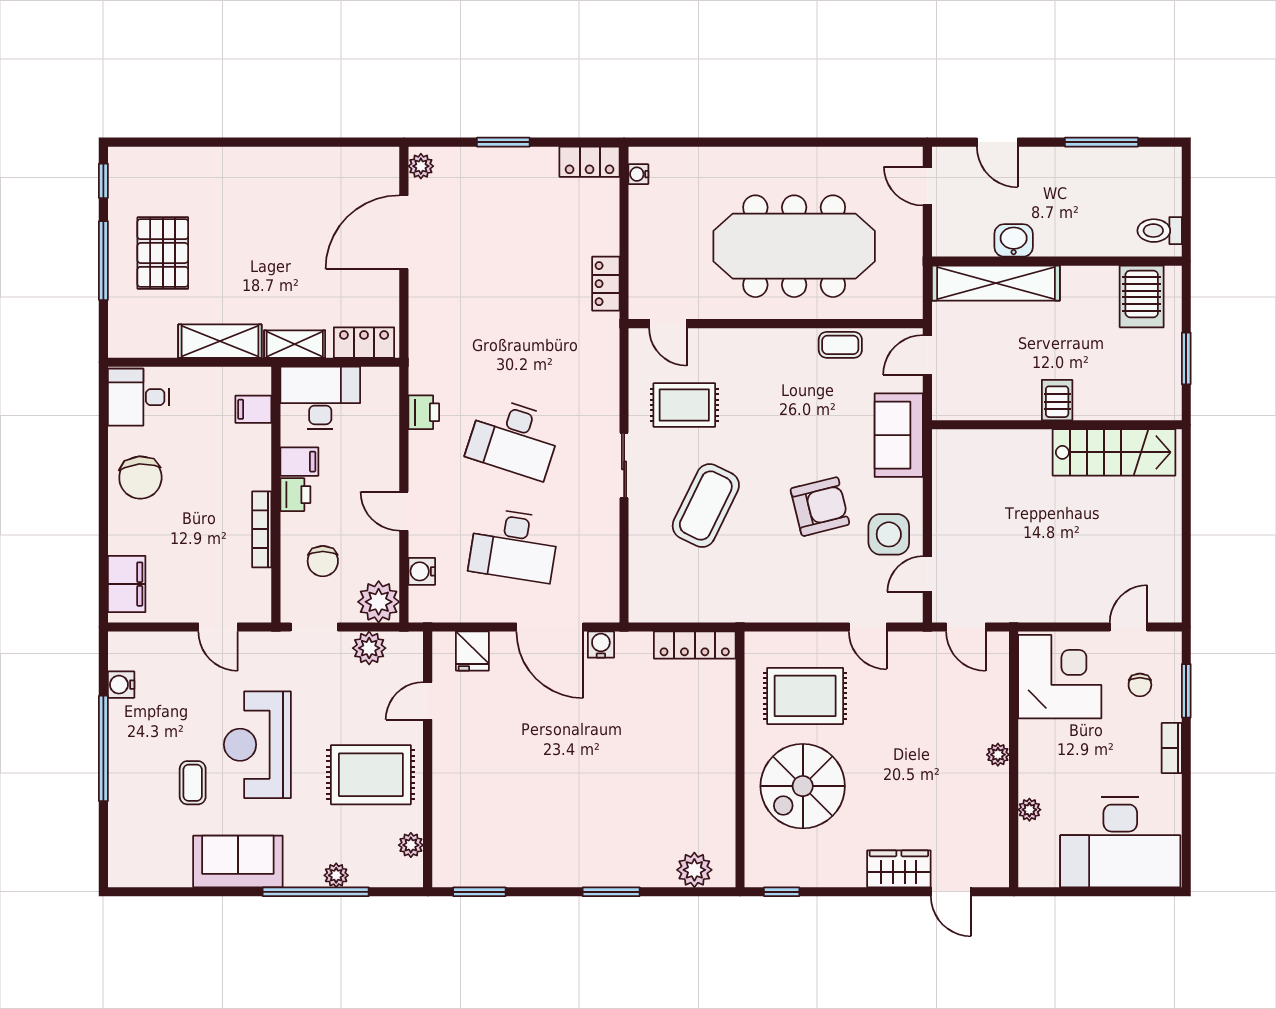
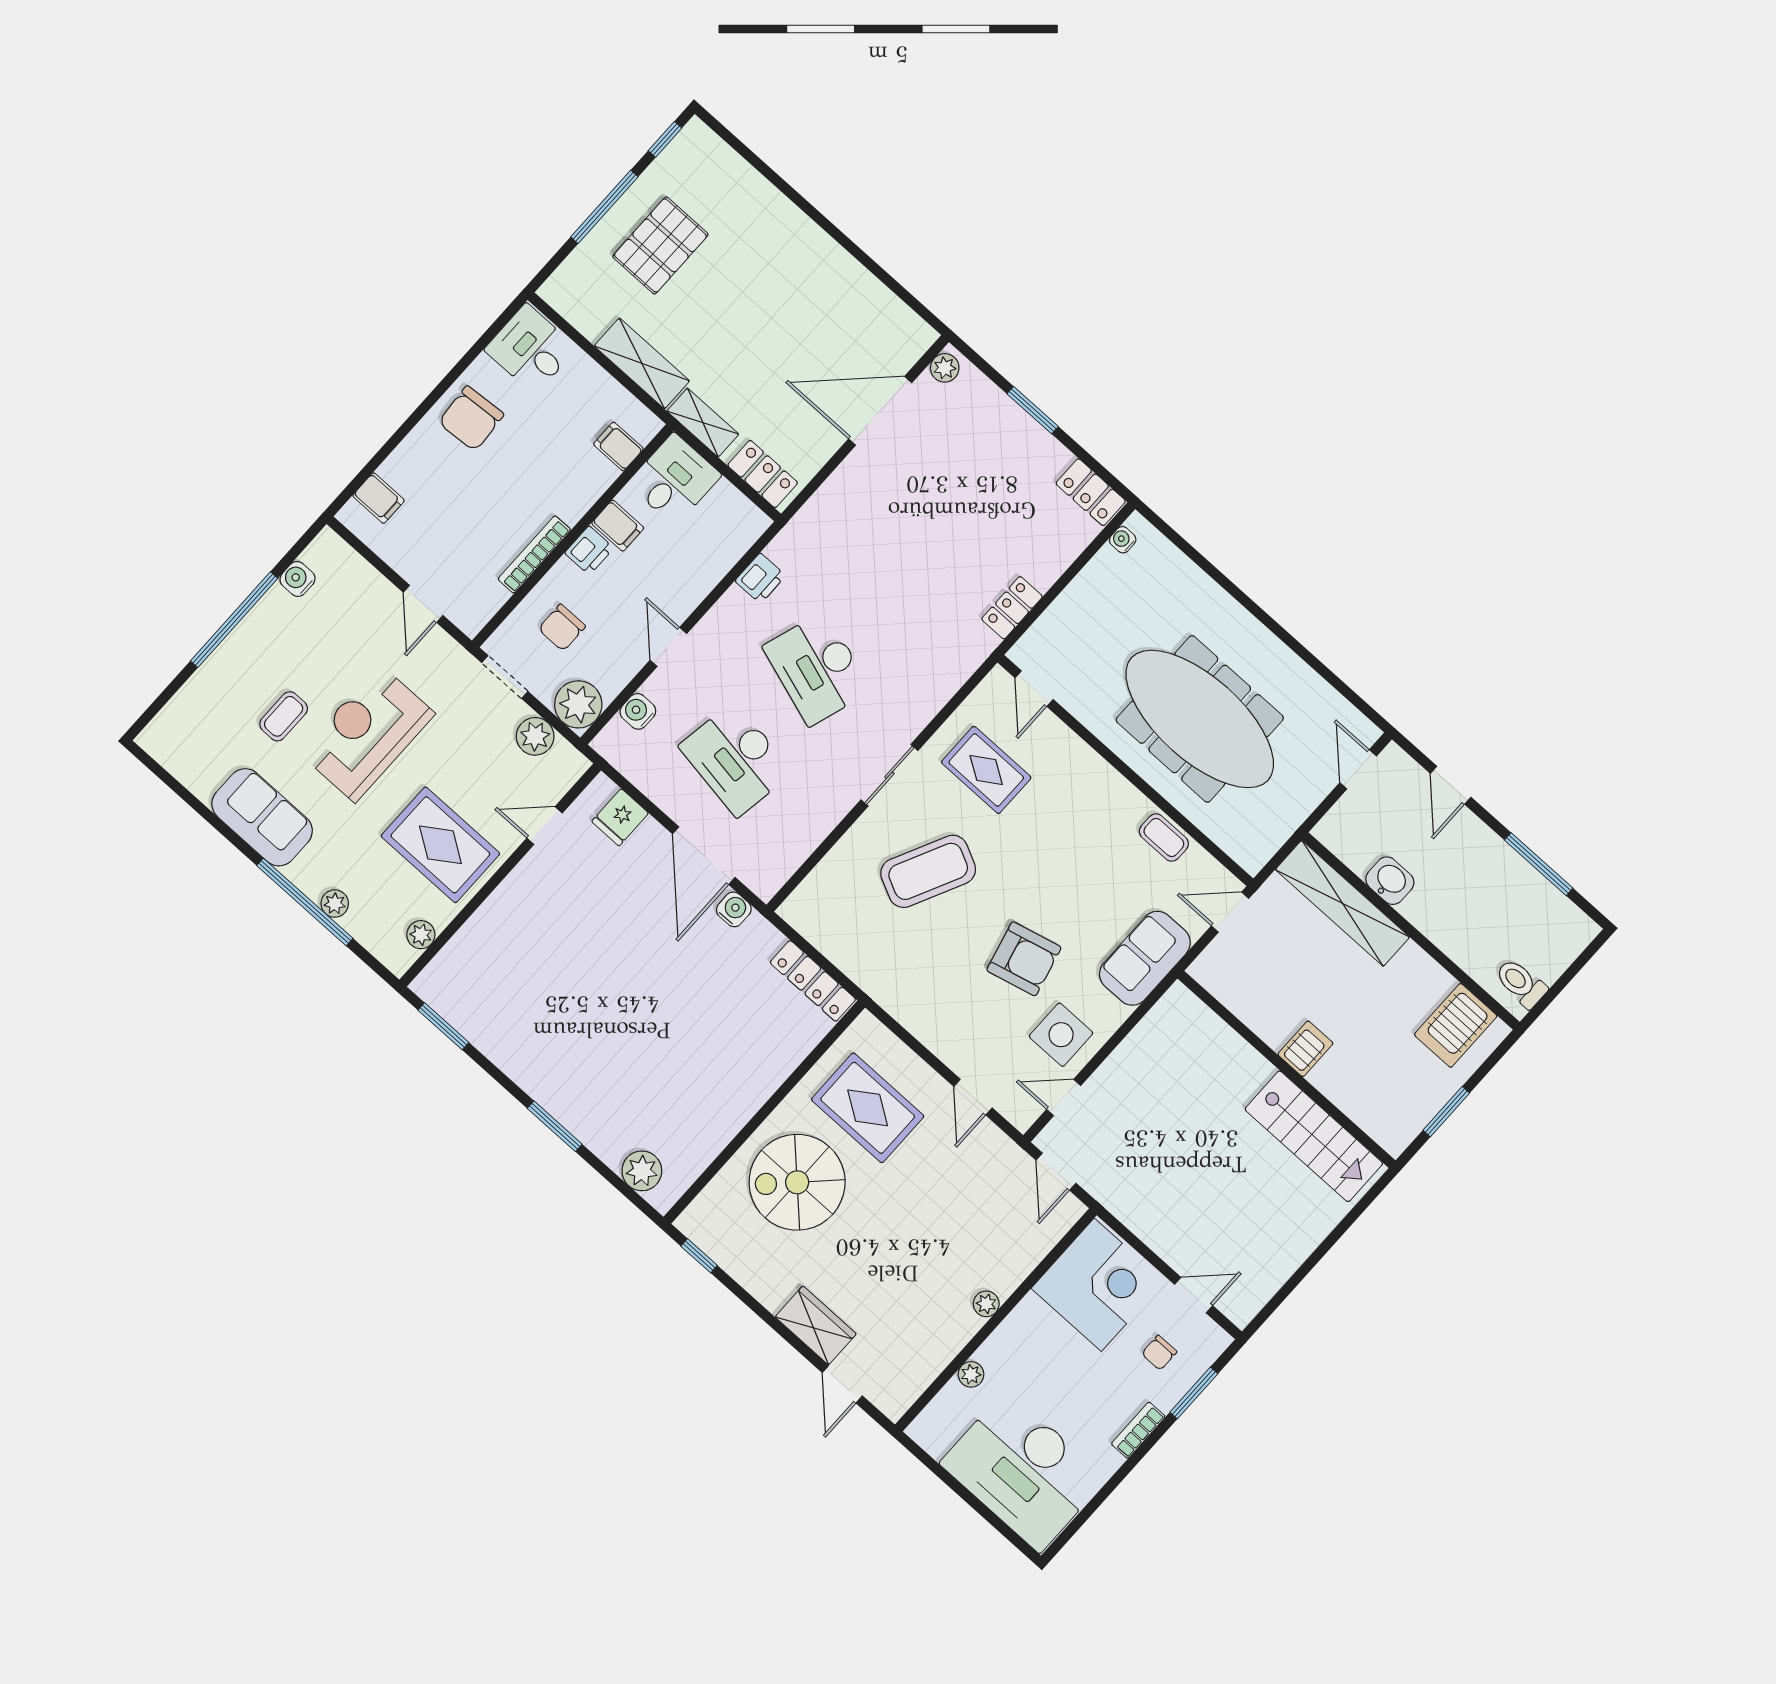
desk: (320, 398) -> (674, 479), width x0.73
filing cabinet: (127, 584) -> (379, 498), width x0.50

